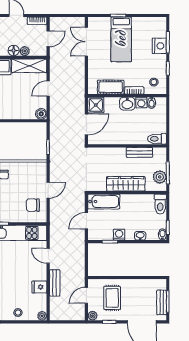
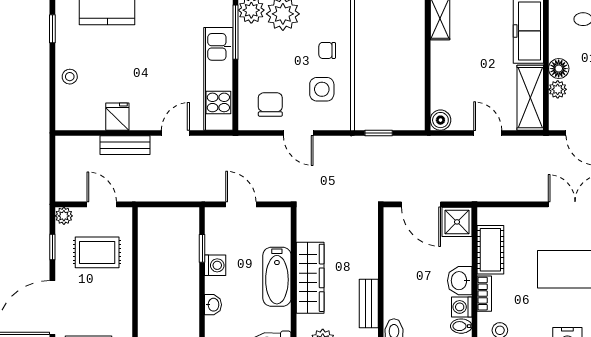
side table: (25, 177) -> (322, 89), added
bathtub: (104, 202) -> (277, 277), moved
plant: (42, 316) -> (64, 122), removed

